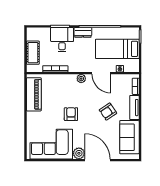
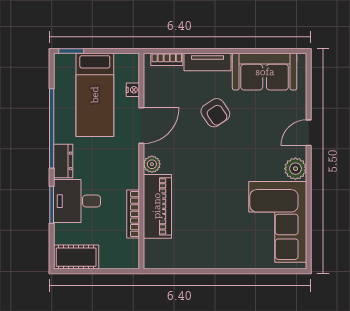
cot: (33, 53) -> (76, 257), moved
piano: (34, 94) -> (157, 206), moved, turned 90
armchair: (71, 114) -> (220, 184), removed
door: (98, 160) -> (309, 133), width x0.53

